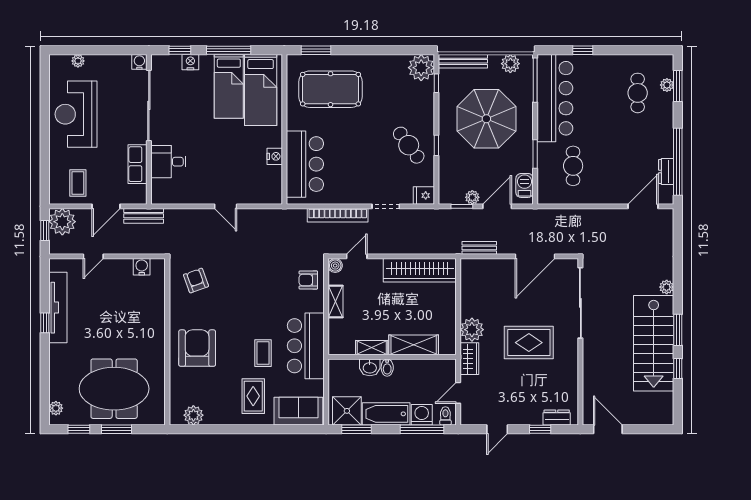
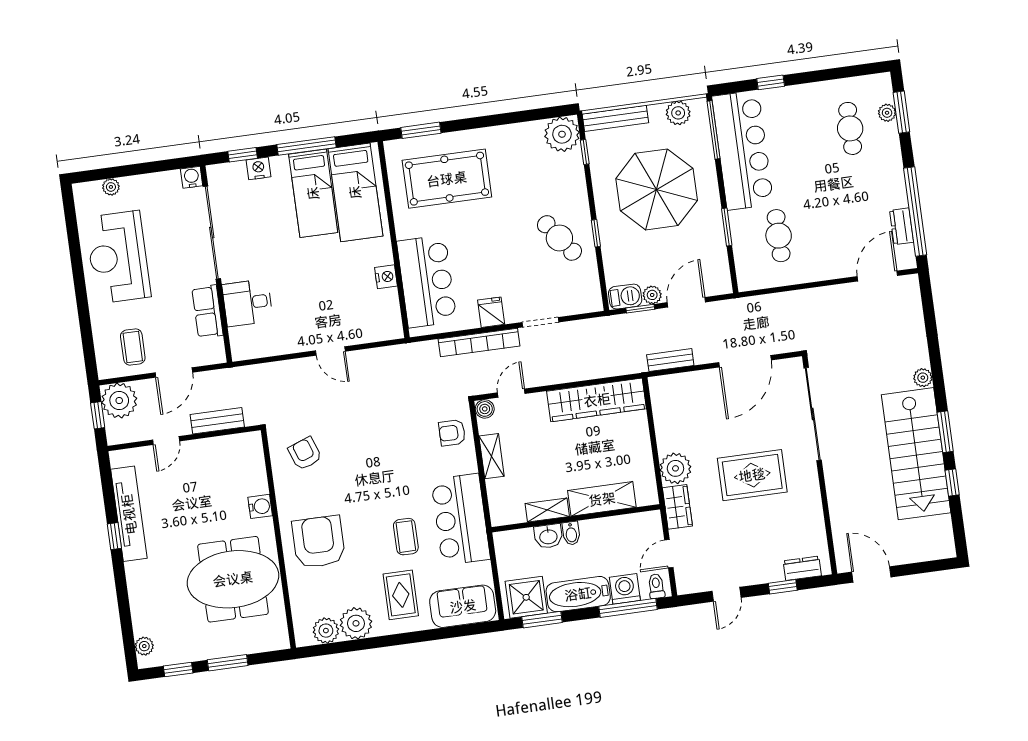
barbecue: (525, 185) -> (625, 297), moved, turned 90
fridge: (424, 195) -> (491, 312), moved, turned 90
bench: (144, 216) -> (217, 421), moved
water cooler: (142, 267) -> (260, 506), moved, turned 90
meeting table: (114, 389) -> (233, 579), moved
plant: (217, 413) -> (356, 623), added

